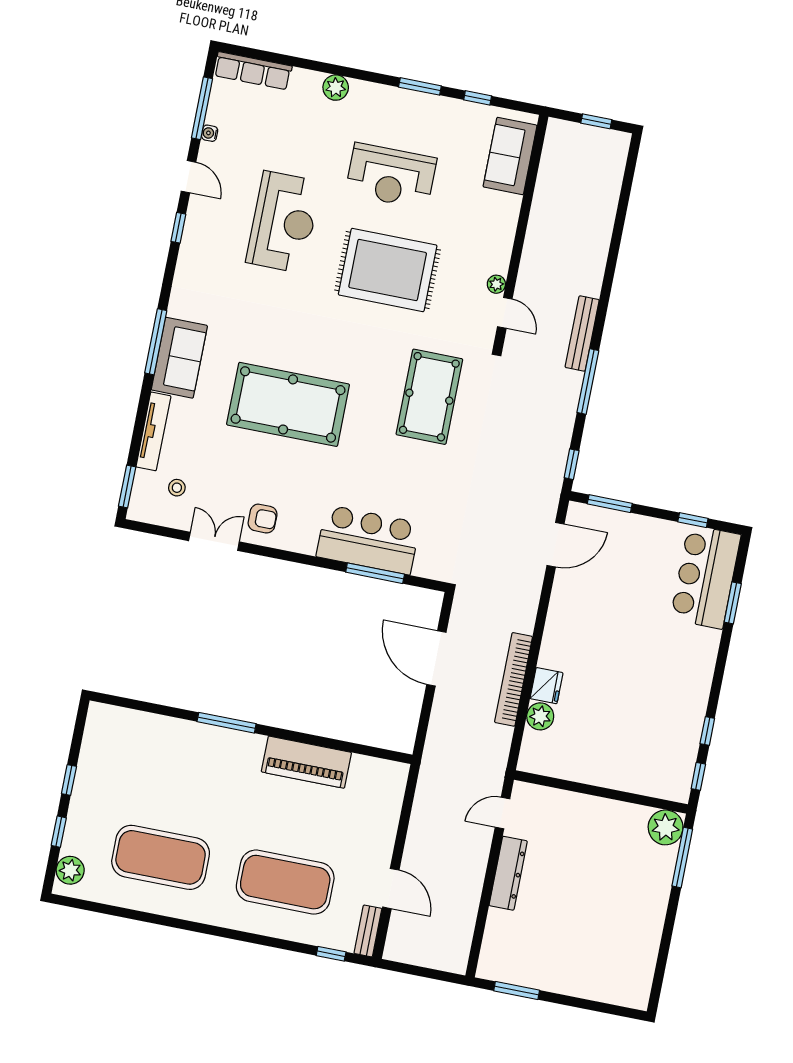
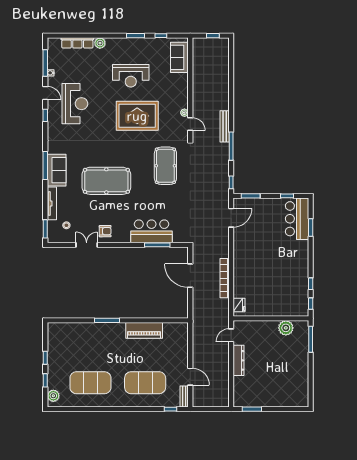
row of seats: (253, 71) -> (77, 43), moved
reception desk: (283, 222) -> (75, 104), moved
fridge: (547, 686) -> (239, 305), moved
plant: (540, 716) -> (239, 291), removed
plant: (666, 827) -> (286, 328), moved

